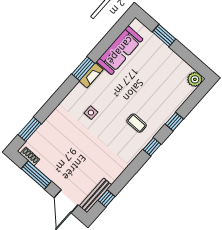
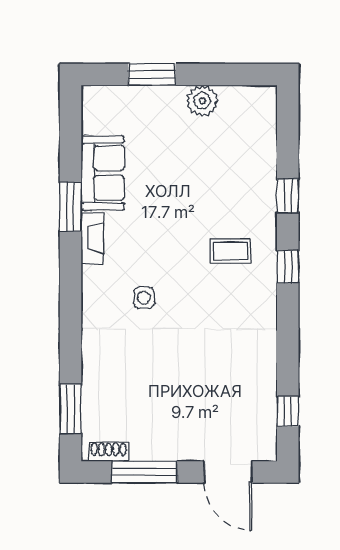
sofa: (120, 50) -> (103, 173), width x0.73
window: (83, 69) -> (71, 207), moved
plant: (195, 79) -> (202, 101), moved
bench: (95, 195) -> (266, 422), removed

